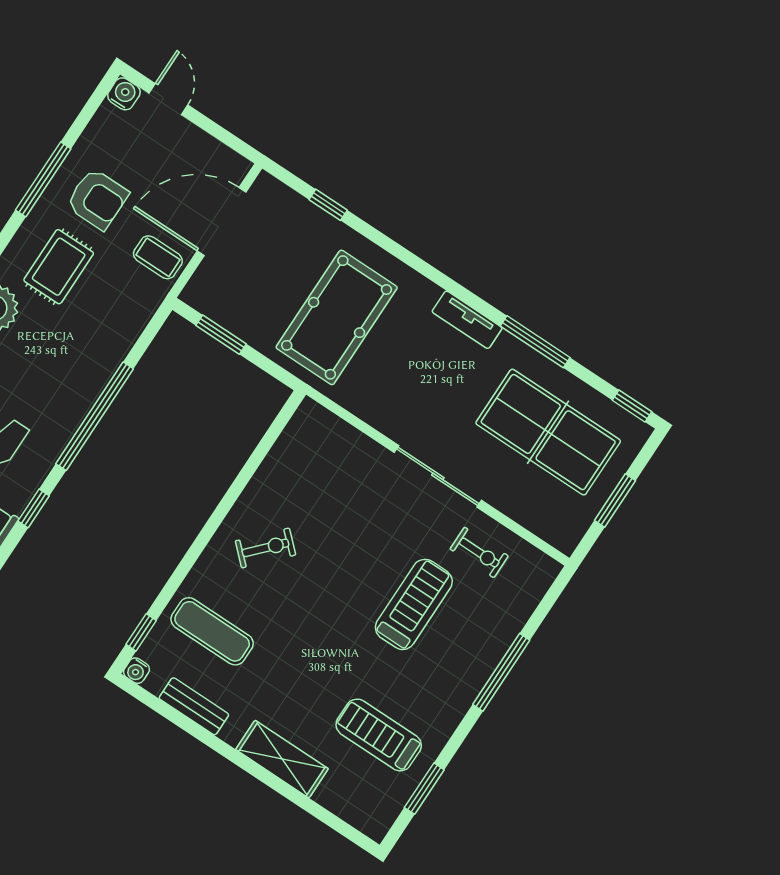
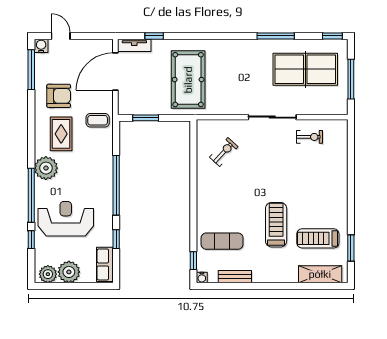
window: (43, 179) -> (31, 70), moved
coffee table: (158, 257) -> (98, 120), moved
tv unit: (467, 320) -> (134, 45), moved
window: (615, 500) -> (351, 79), width x1.44
exercise bike: (266, 548) -> (224, 152), moved
treadmill: (414, 604) -> (276, 225), moved
window: (501, 672) -> (351, 180), removed
shelving: (282, 759) -> (320, 274), moved

